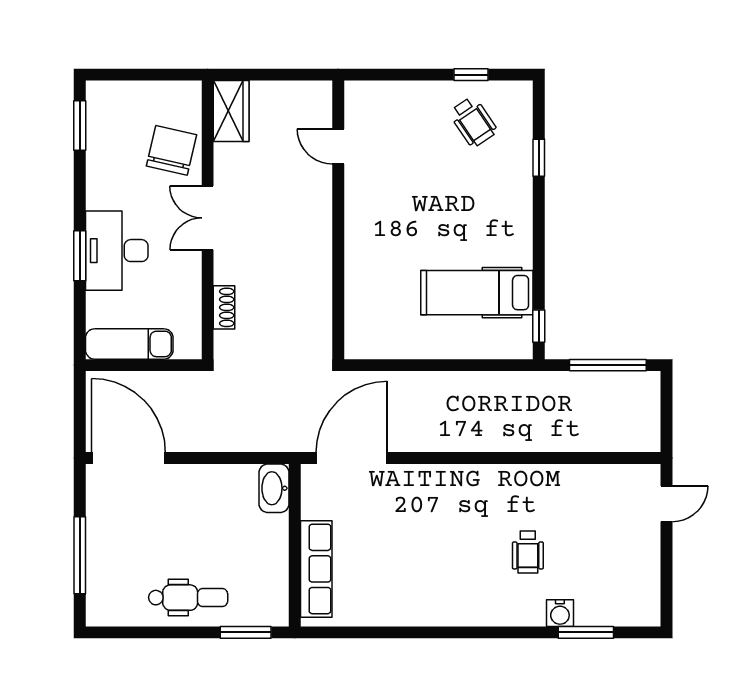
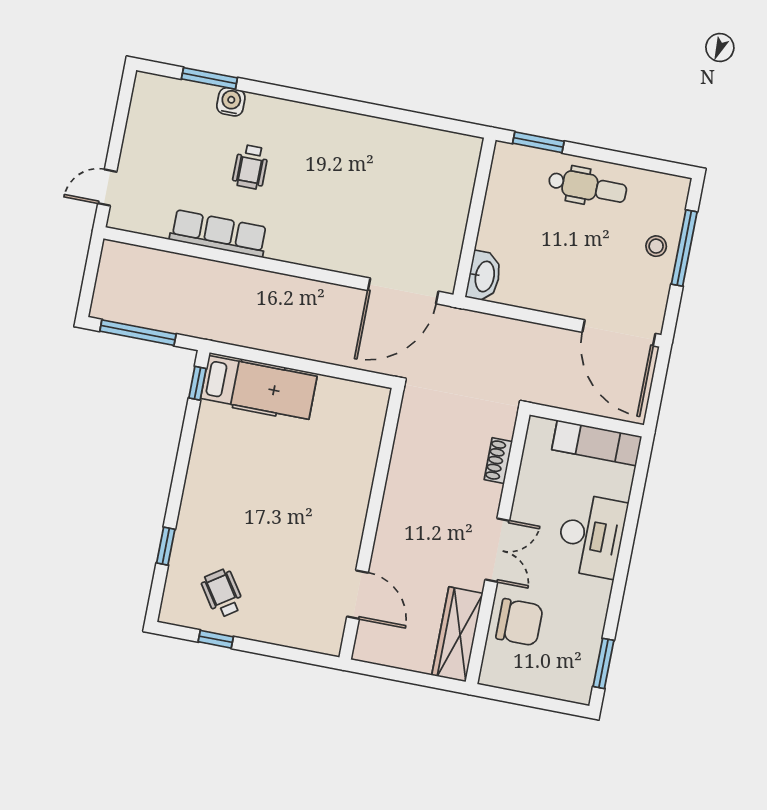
wardrobe: (231, 111) -> (457, 634), width x1.50
door: (338, 147) -> (358, 595), width x1.38
chair: (172, 150) -> (520, 622), turned -103
window: (80, 256) -> (628, 538), removed
hospital bed: (477, 293) -> (259, 387), moved
stool: (108, 552) -> (656, 246), added
wheelchair: (528, 552) -> (250, 167), turned 180
row of seats: (316, 569) -> (219, 233), moved, turned 90
dental chair: (188, 598) -> (588, 187), turned 180

